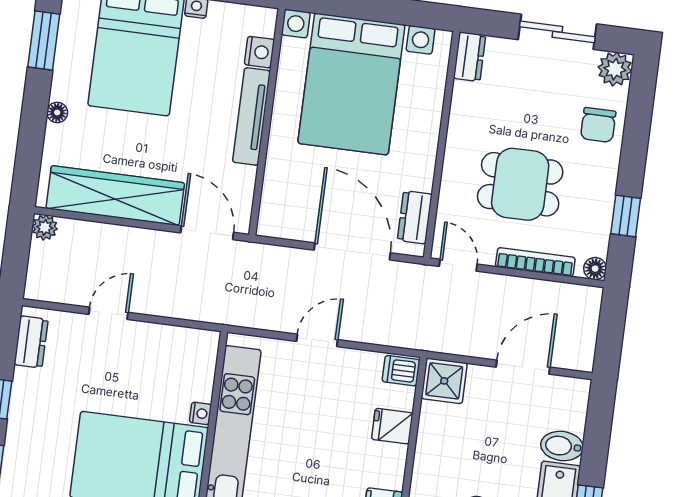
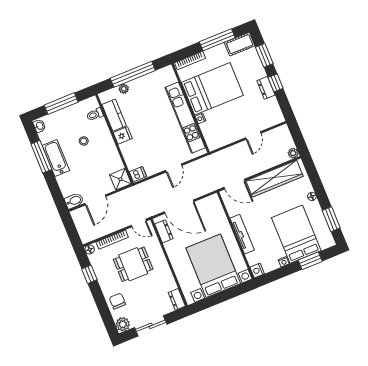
nightstand: (259, 52) -> (257, 271), moved
dresser: (31, 342) -> (266, 88), moved
fridge: (392, 426) -> (123, 135), moved
bidet: (562, 446) -> (74, 201), moved

